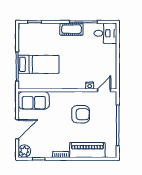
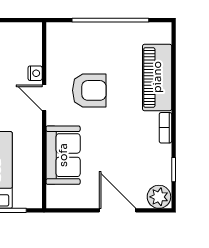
door: (104, 90) -> (44, 98), moved
sofa: (34, 100) -> (63, 155), moved
armchair: (81, 114) -> (89, 90), turned 90

